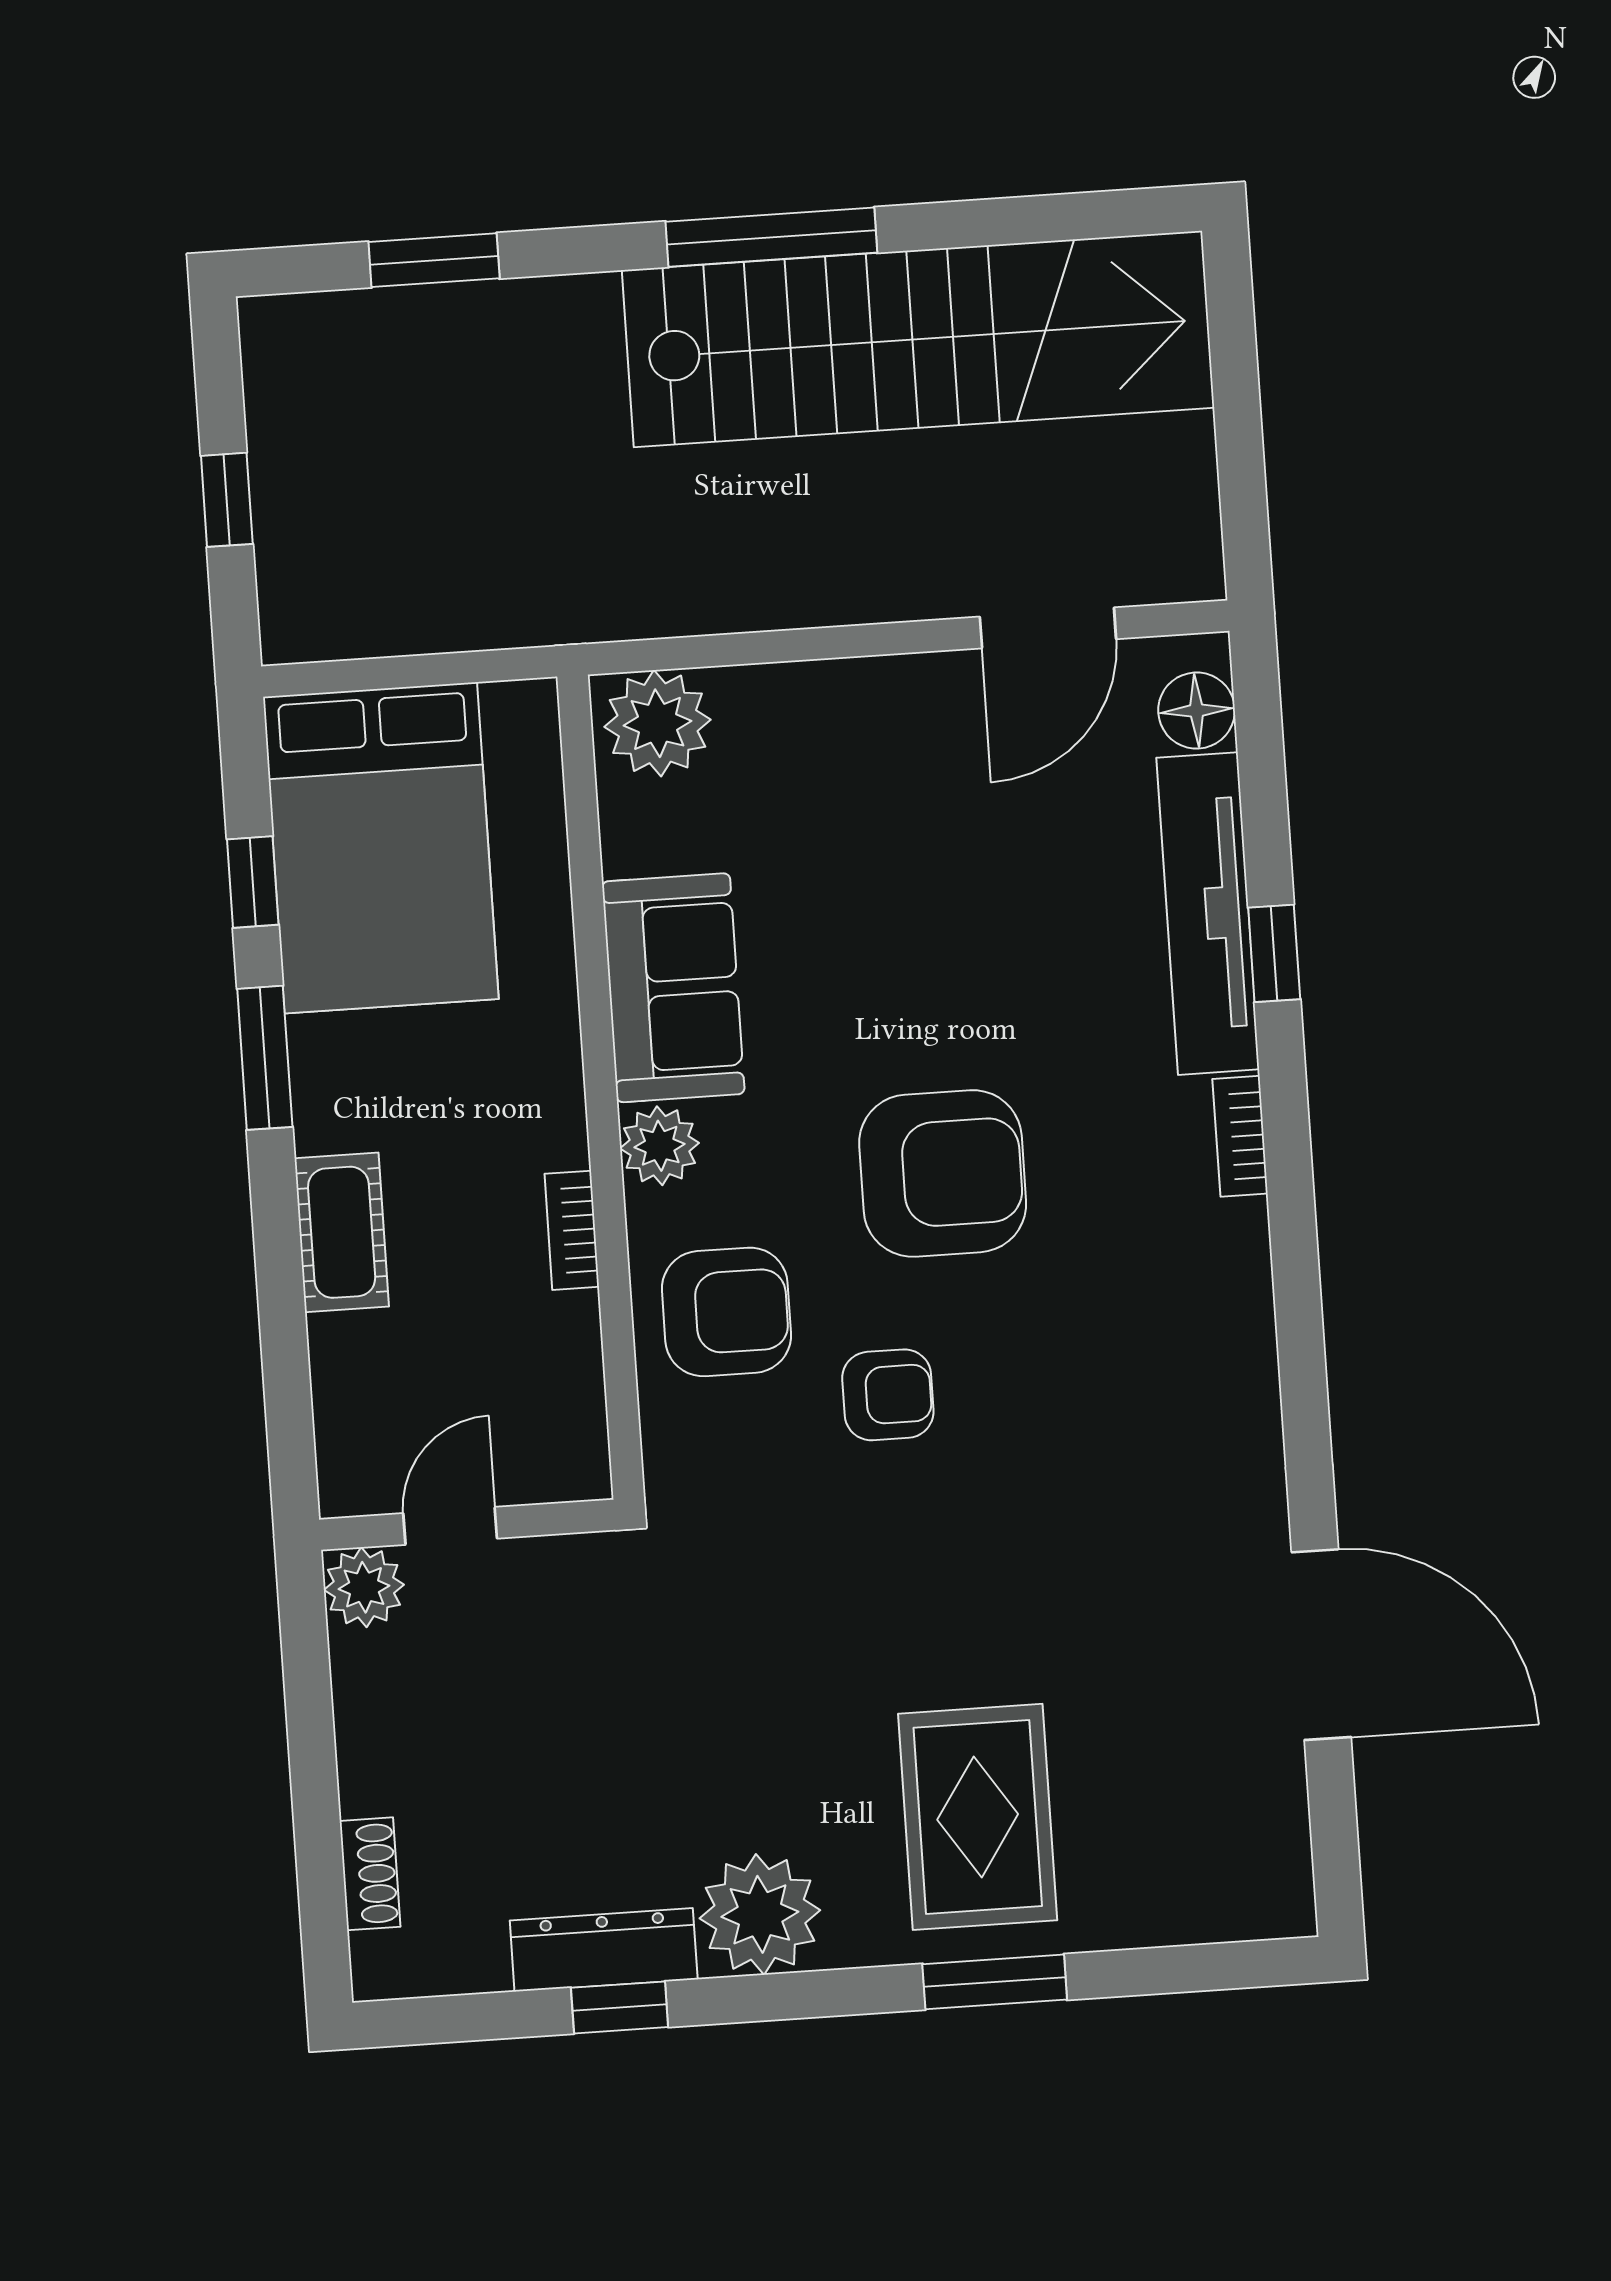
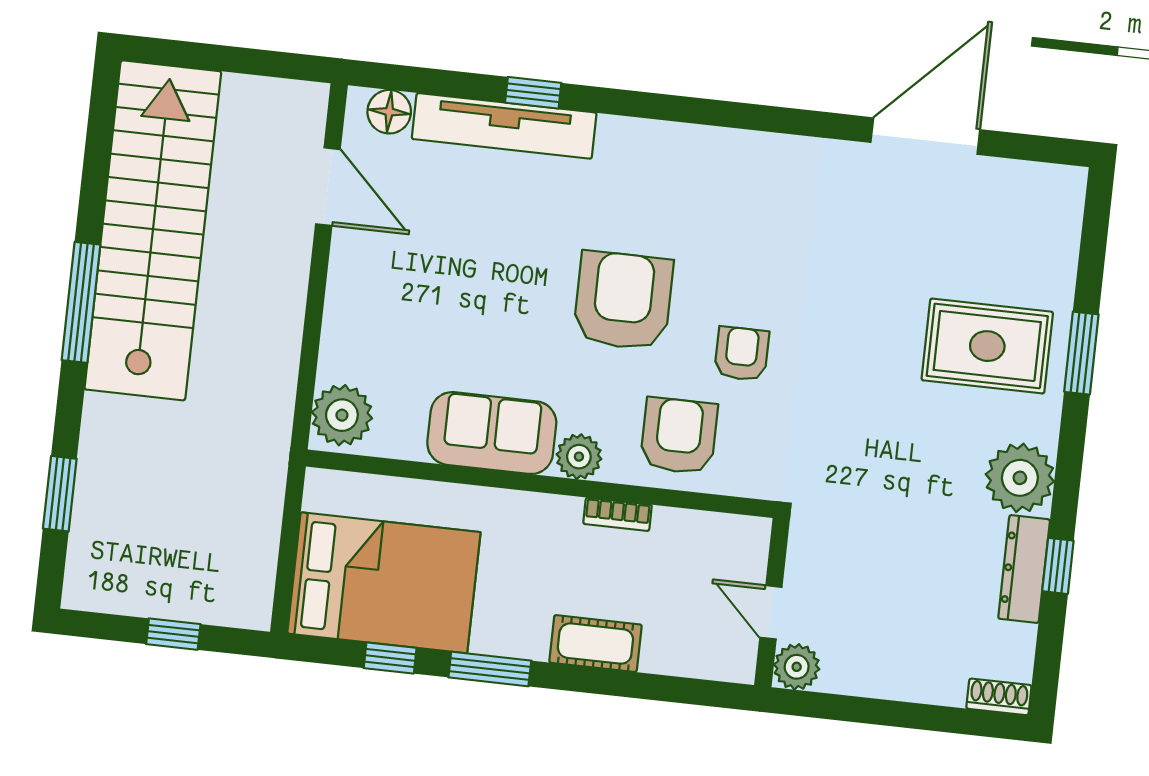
bookcase: (1240, 1136) -> (632, 130), removed
shoe rack: (370, 1874) -> (999, 697), moved

